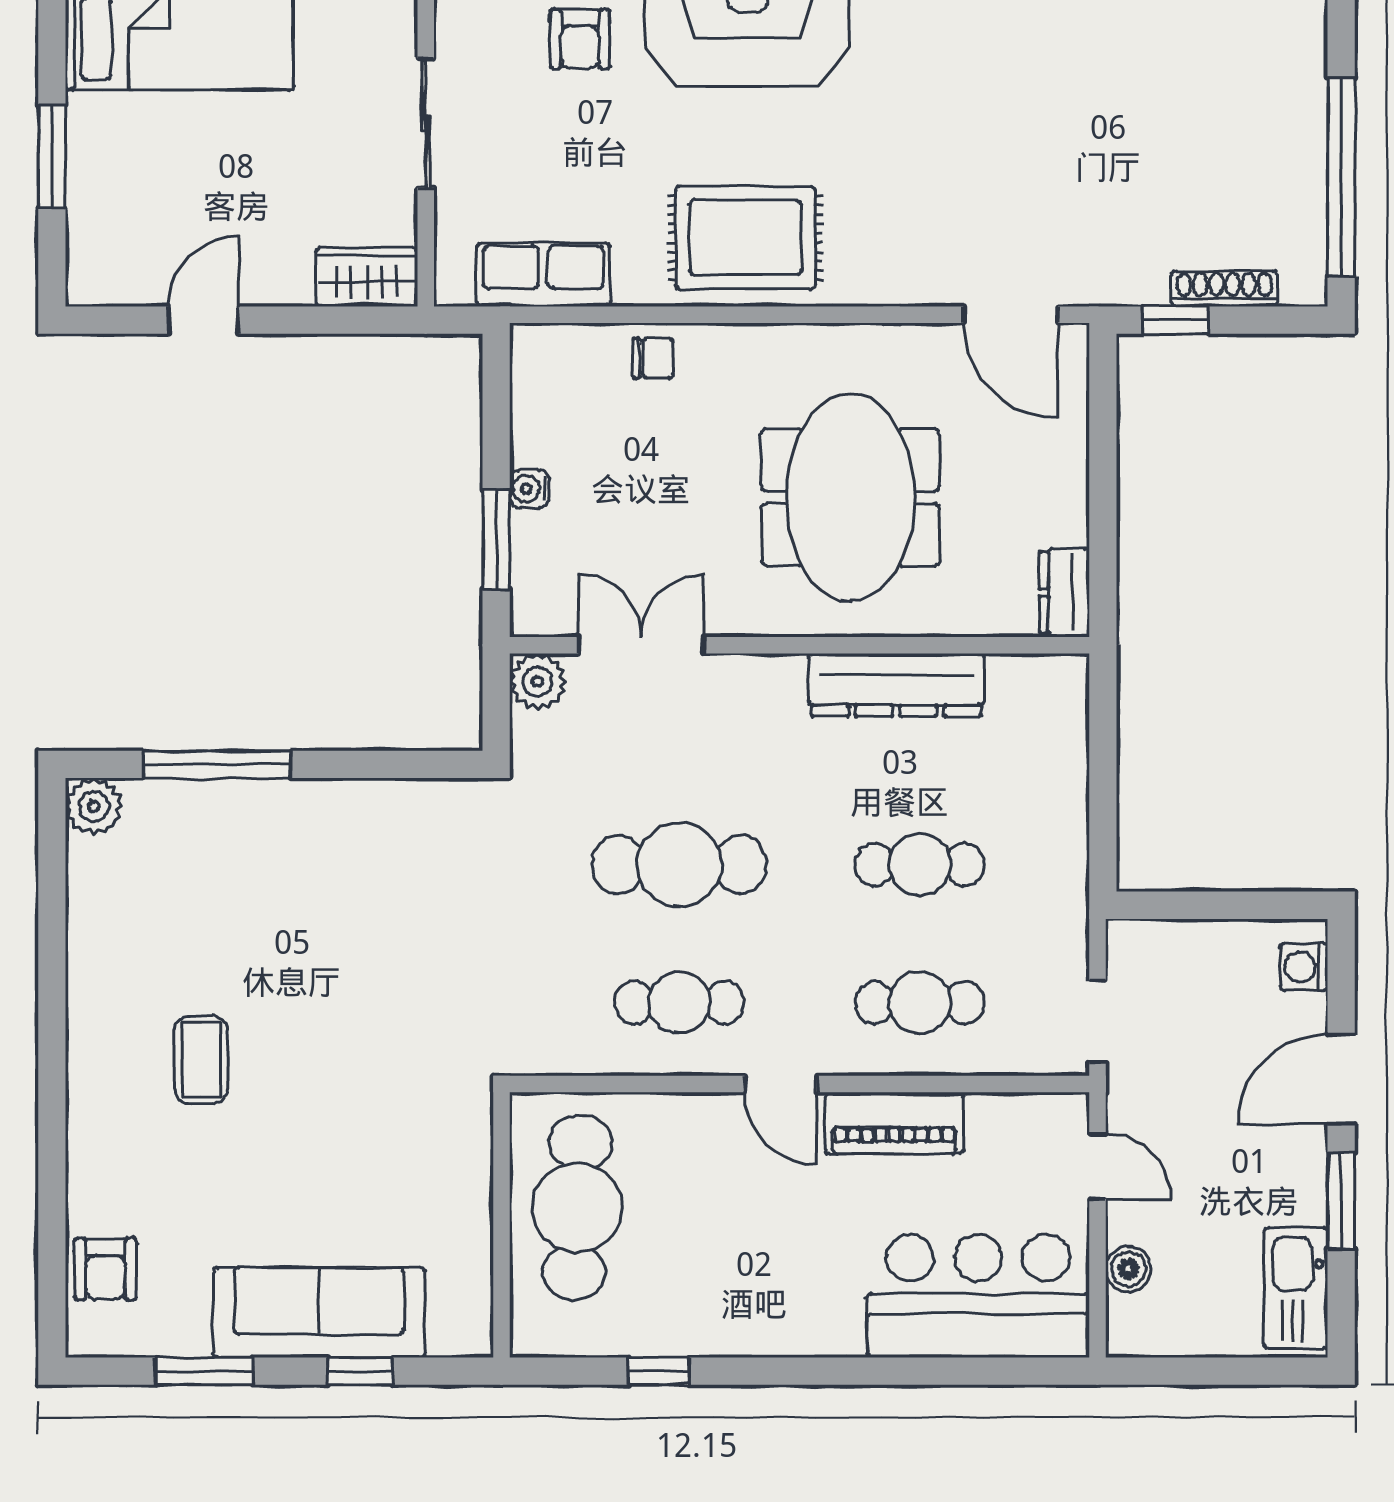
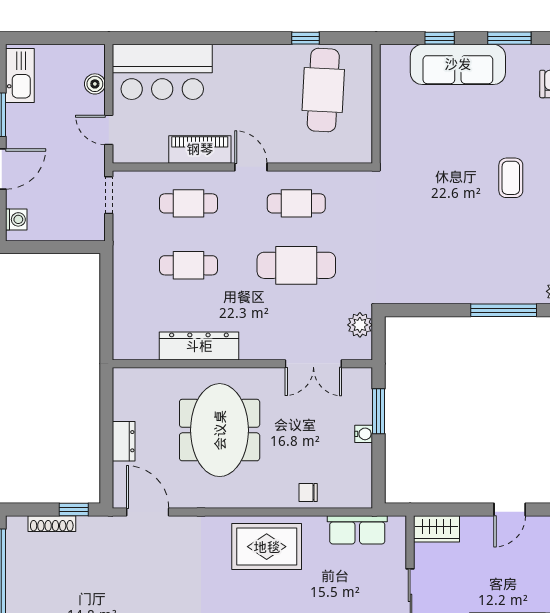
dresser: (1064, 592) -> (124, 441), moved
plant: (538, 681) -> (360, 325), moved
cafe table: (577, 1207) -> (323, 90), moved

